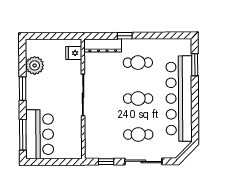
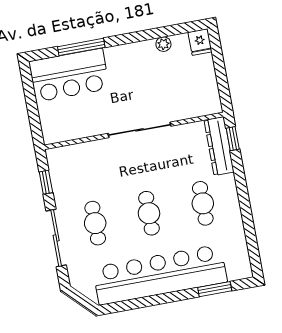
window: (125, 36) -> (233, 139), moved
fridge: (74, 53) -> (200, 42), moved, turned 180
plant: (35, 65) -> (163, 44), width x0.53, depth x0.53
window: (23, 89) -> (133, 37), removed
window: (23, 135) -> (81, 47), moved

